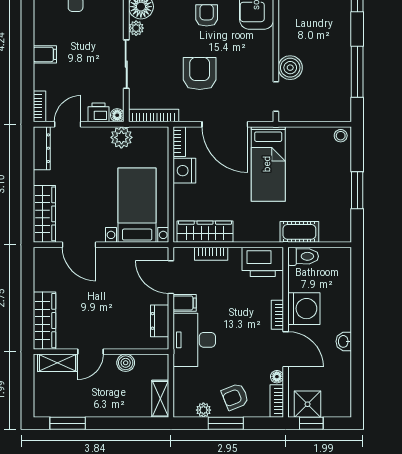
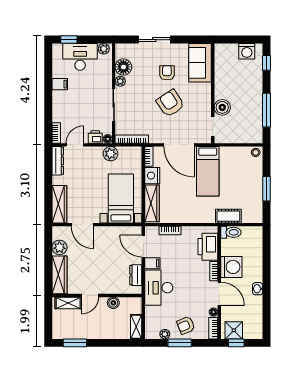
filing cabinet: (45, 54) -> (60, 84), moved
armchair: (200, 74) -> (170, 103), moved, turned -34
wardrobe: (205, 232) -> (152, 203), moved, turned 90
printer: (263, 262) -> (208, 247), moved, turned 90
plant: (44, 279) -> (59, 247), added

